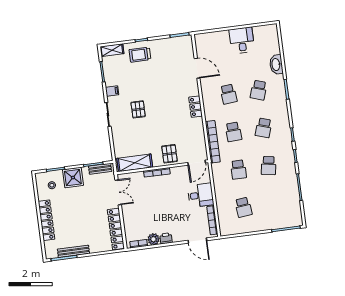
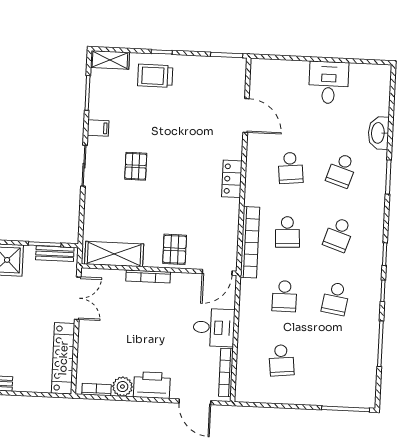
printer: (166, 238) -> (152, 385), width x1.87, depth x1.48

